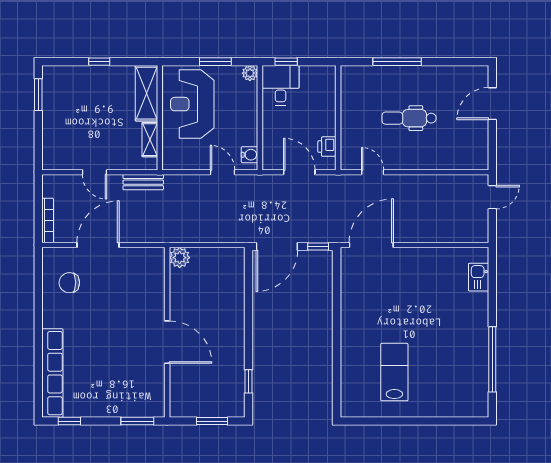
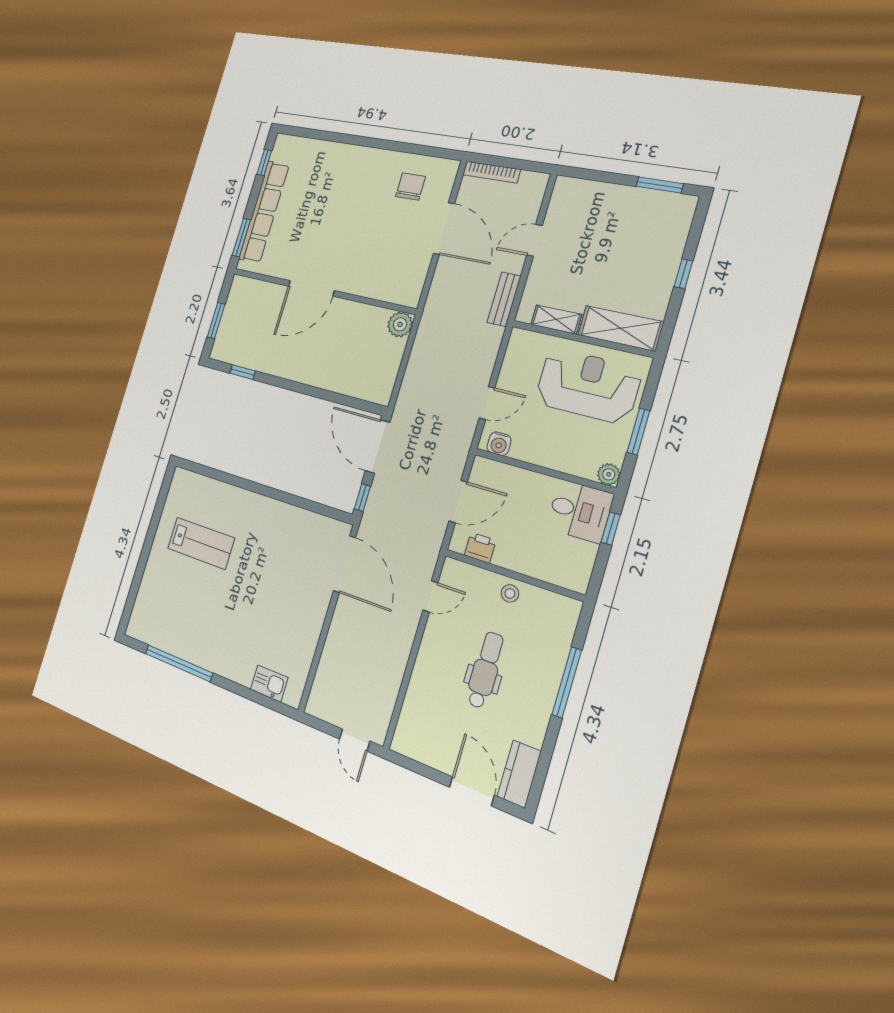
kitchen counter: (468, 76) -> (519, 774), added
stool: (351, 116) -> (510, 593), added
row of seats: (52, 373) -> (264, 212), moved, turned -90

